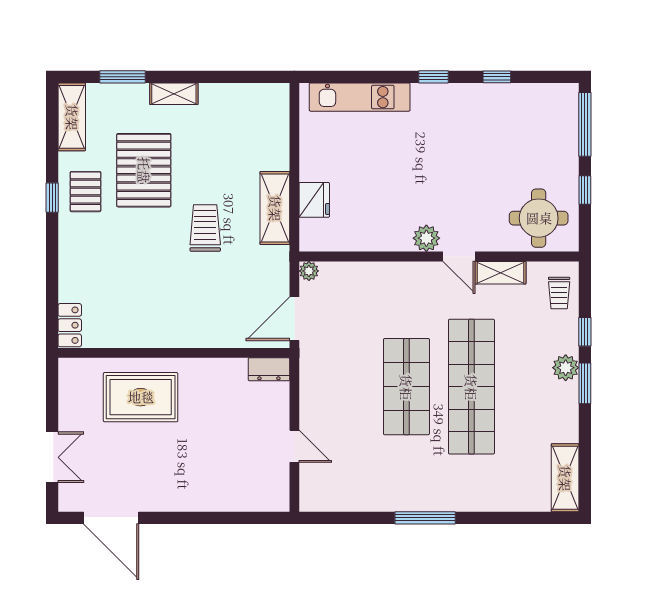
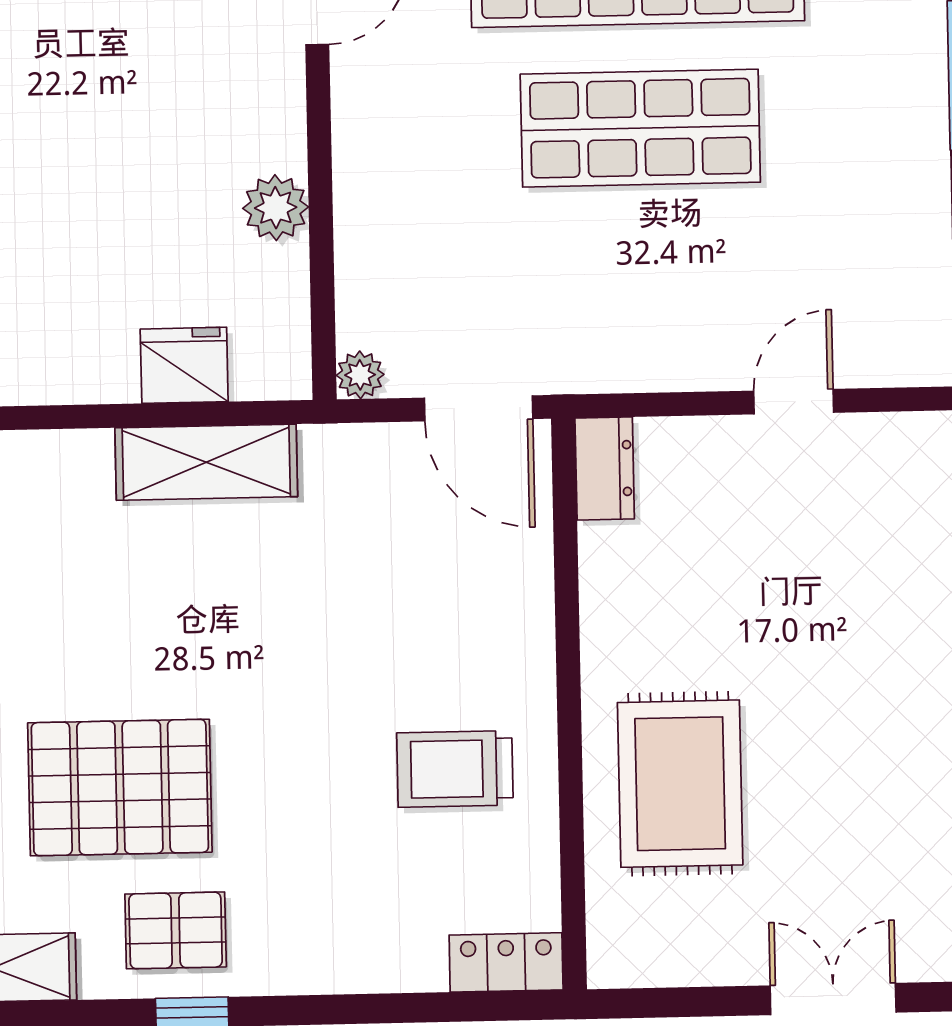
trolley: (205, 228) -> (455, 769), moved
plant: (426, 238) -> (276, 208), moved

